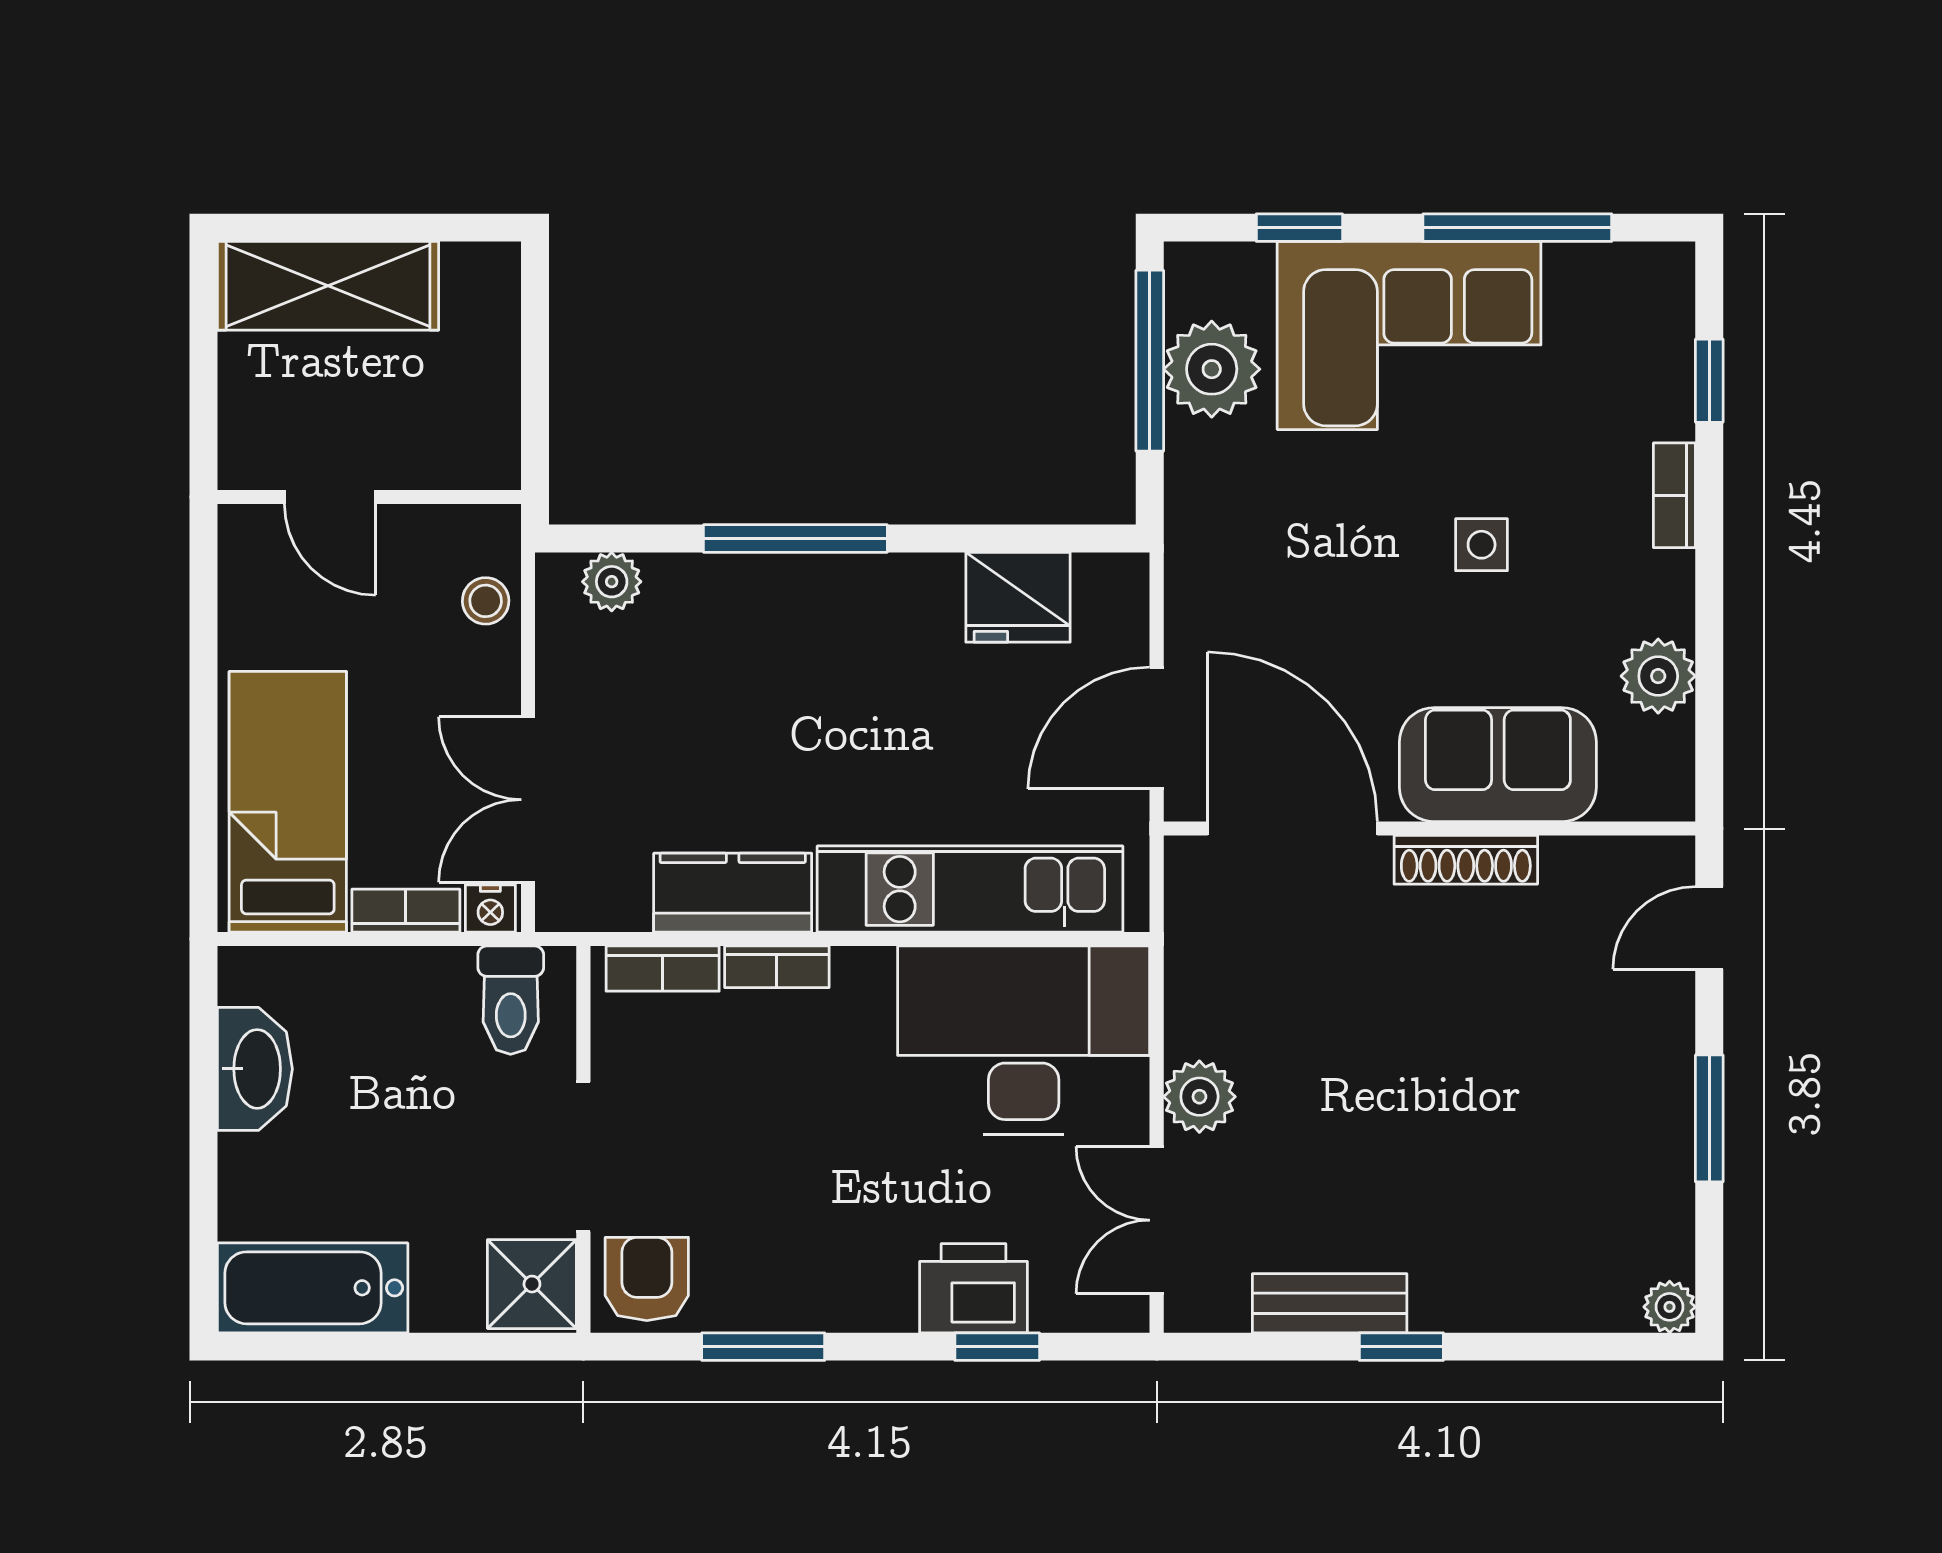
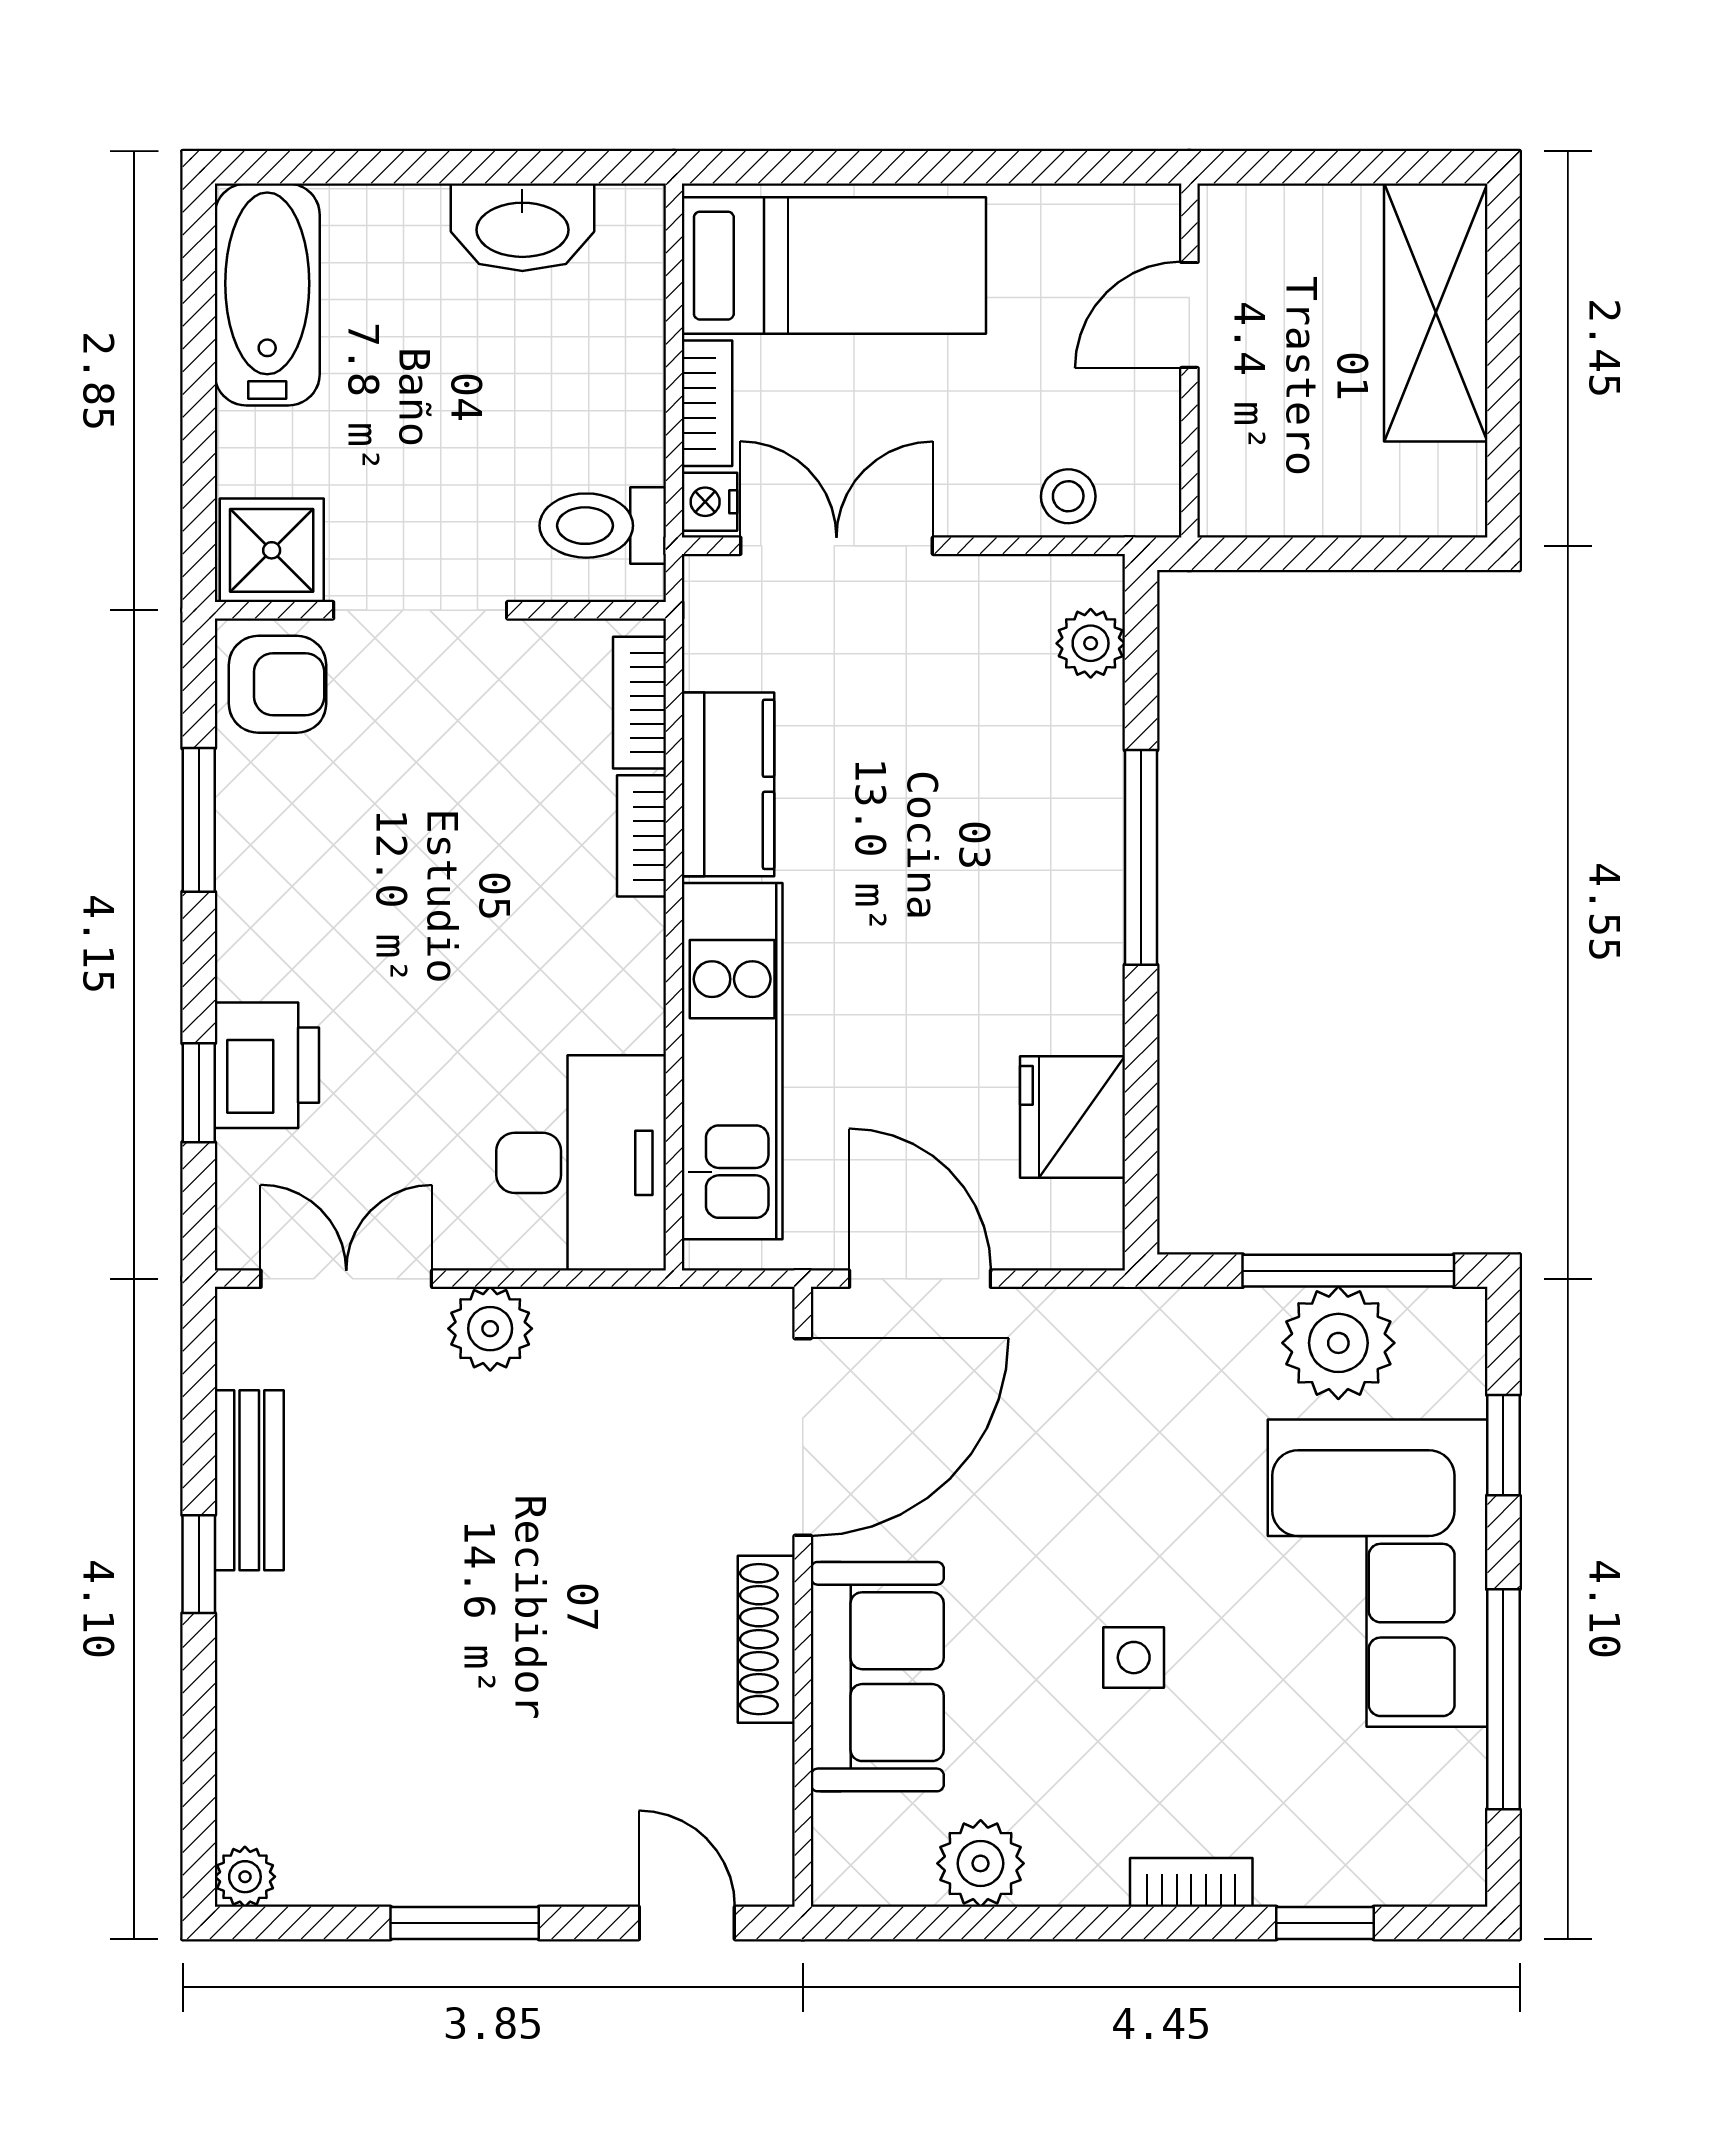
desk: (1024, 1040) -> (581, 1163), width x0.73, depth x0.77

